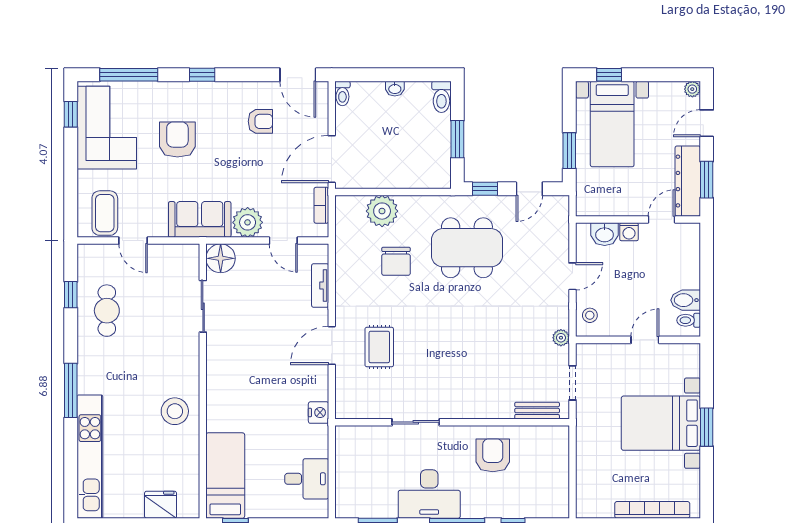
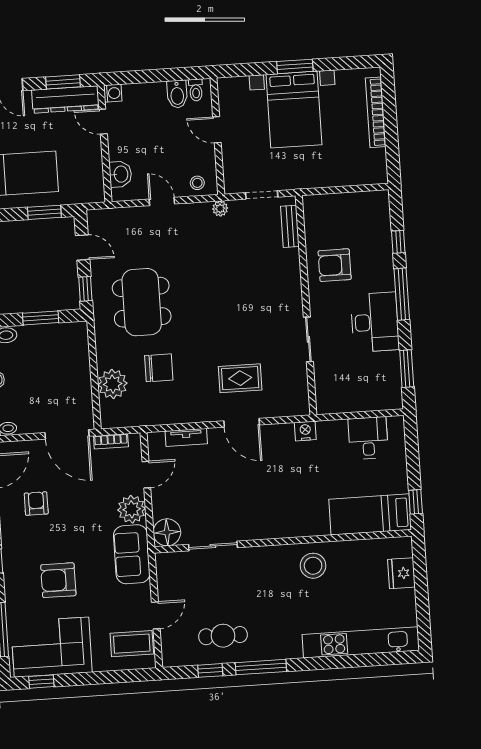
washing machine: (629, 232) -> (113, 93), moved
window: (71, 390) -> (261, 667), moved

